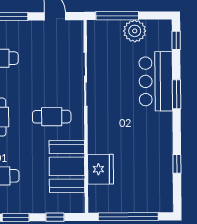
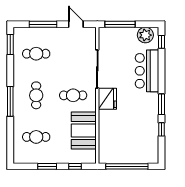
plant: (135, 31) -> (145, 35), moved
window: (176, 94) -> (162, 104), moved
fridge: (100, 169) -> (107, 99), moved

